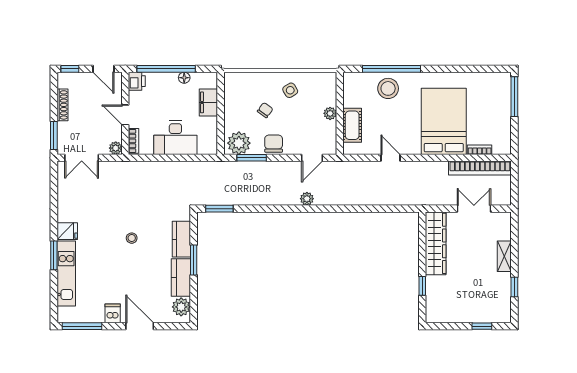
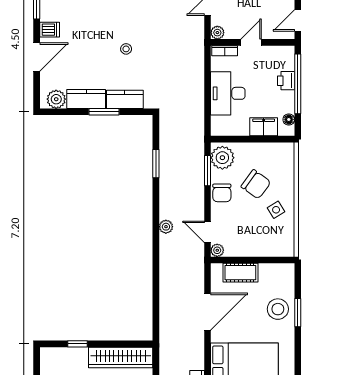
window: (392, 69) -> (298, 313), width x0.47
floor lamp: (184, 78) -> (289, 119), moved
printer: (137, 81) -> (286, 81), moved, turned 90
chair: (265, 110) -> (256, 184), width x1.87, depth x1.87
plant: (330, 113) -> (217, 250), moved
chair: (274, 144) -> (222, 193), turned 90
door: (391, 158) -> (208, 312), width x1.88
window: (219, 209) -> (156, 164), moved

